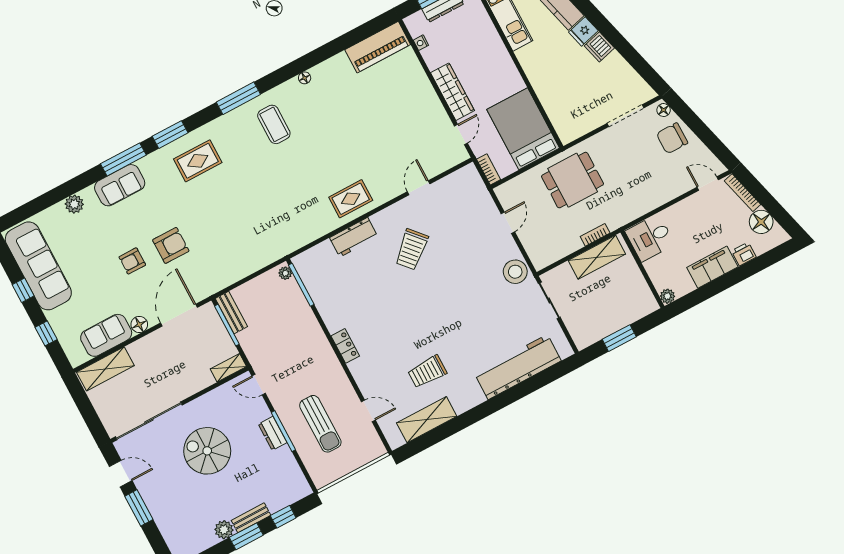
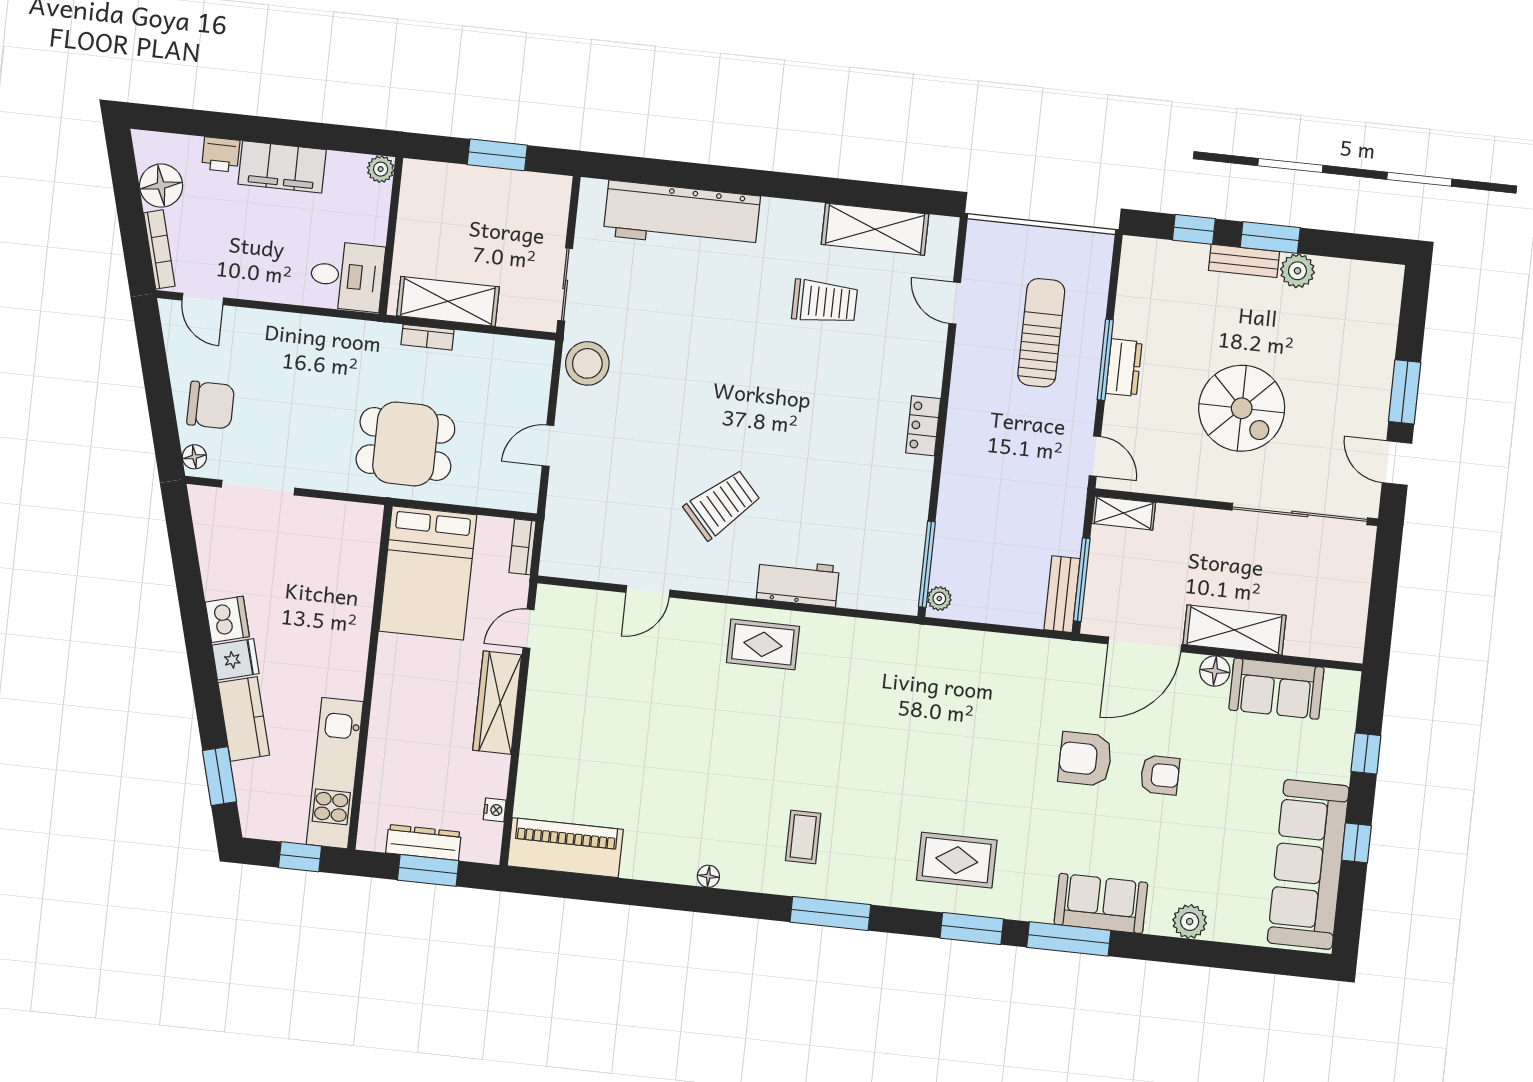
coffee table: (274, 124) -> (803, 837), width x0.73, depth x0.77
shelving: (105, 369) -> (1235, 630), moved

